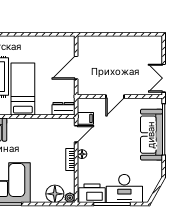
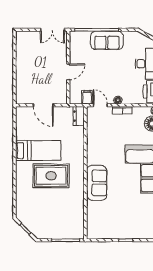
bed: (23, 89) -> (38, 151), moved, turned 180
door: (115, 97) -> (68, 72), hinge flipped
sofa: (151, 135) -> (107, 40), width x0.73

